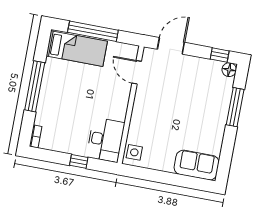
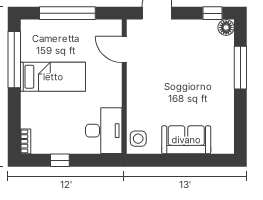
bed: (77, 49) -> (53, 77), moved
window: (35, 86) -> (14, 60), moved
window: (79, 161) -> (60, 160), moved
sofa: (197, 165) -> (186, 140), moved

